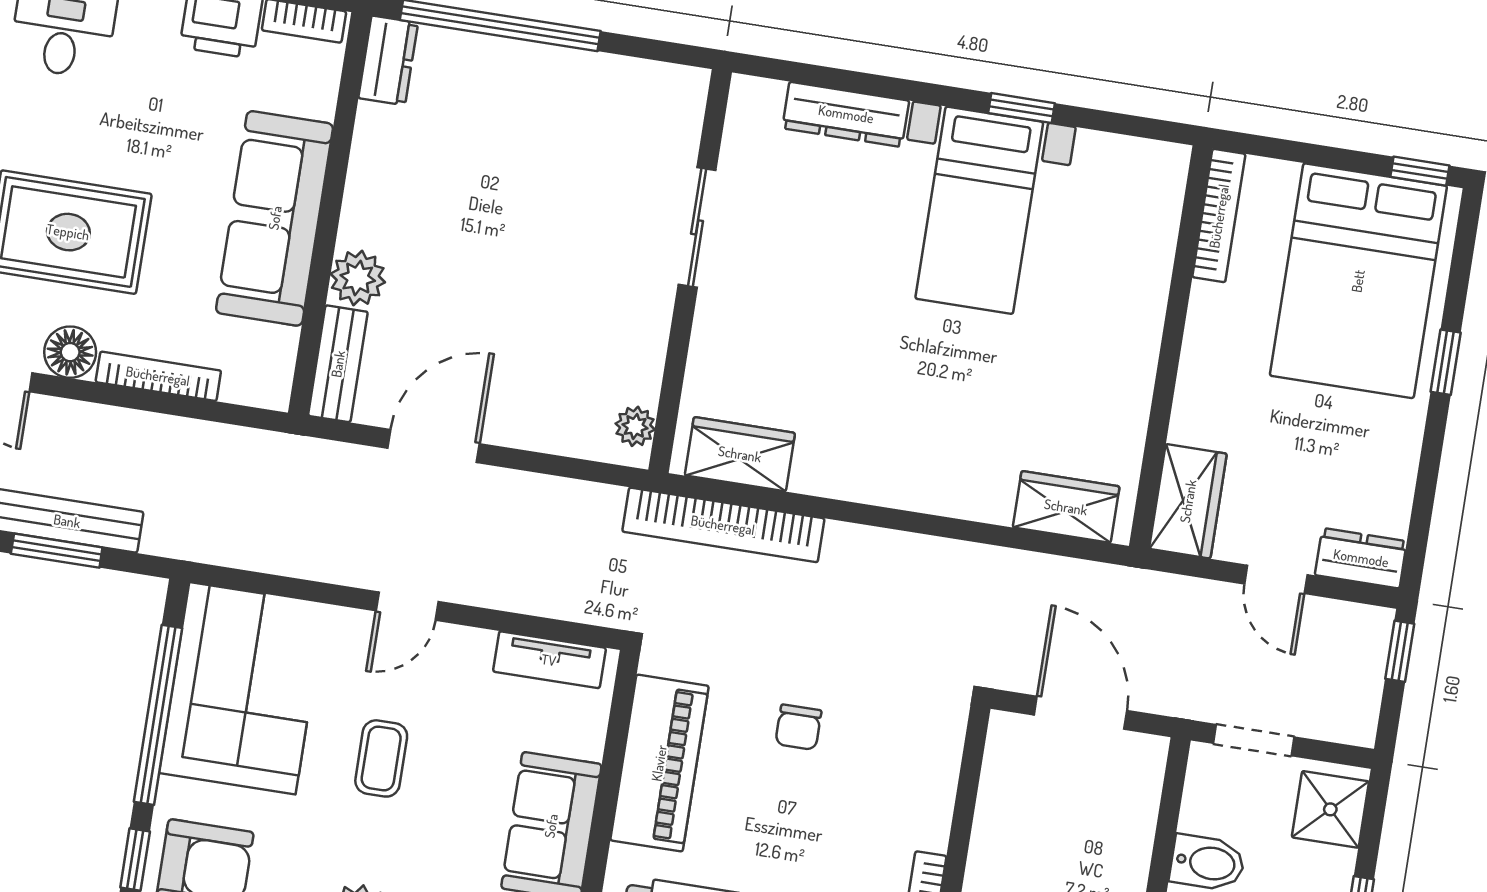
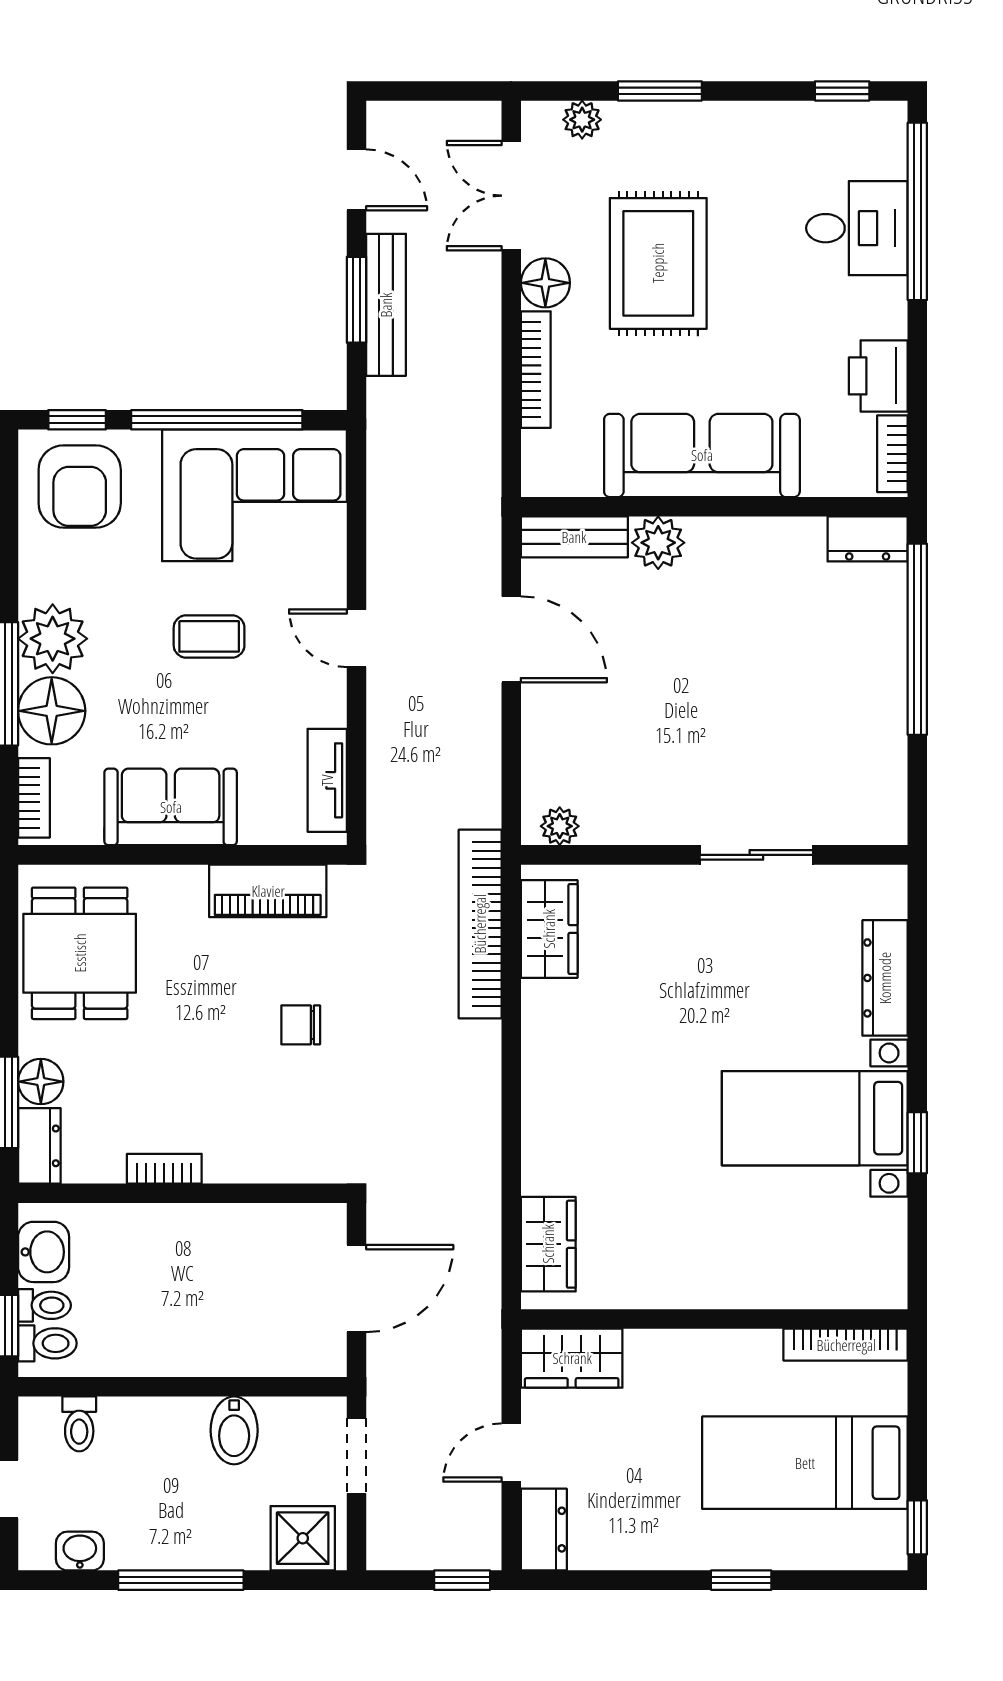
bed: (1358, 281) -> (805, 1463), width x0.67
piano: (659, 763) -> (268, 891), width x0.73, depth x0.75

